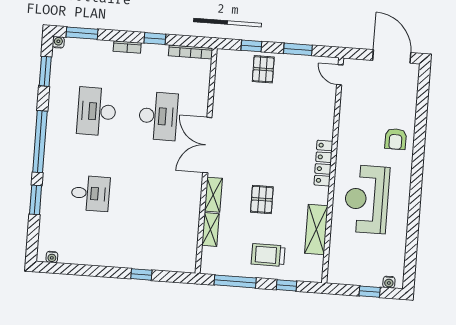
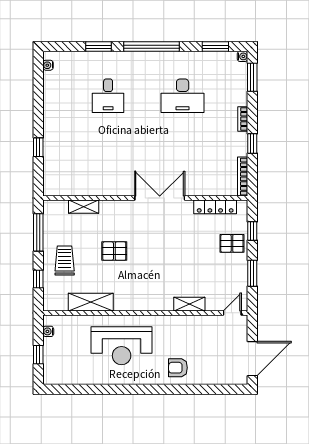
desk: (97, 111) -> (183, 96), turned 180
desk: (158, 116) -> (183, 152), removed
locker: (323, 163) -> (215, 207), moved, turned 180
shelving: (213, 195) -> (189, 304), moved
reception desk: (367, 199) -> (122, 346), turned 180
water cooler: (389, 282) -> (48, 331), moved

